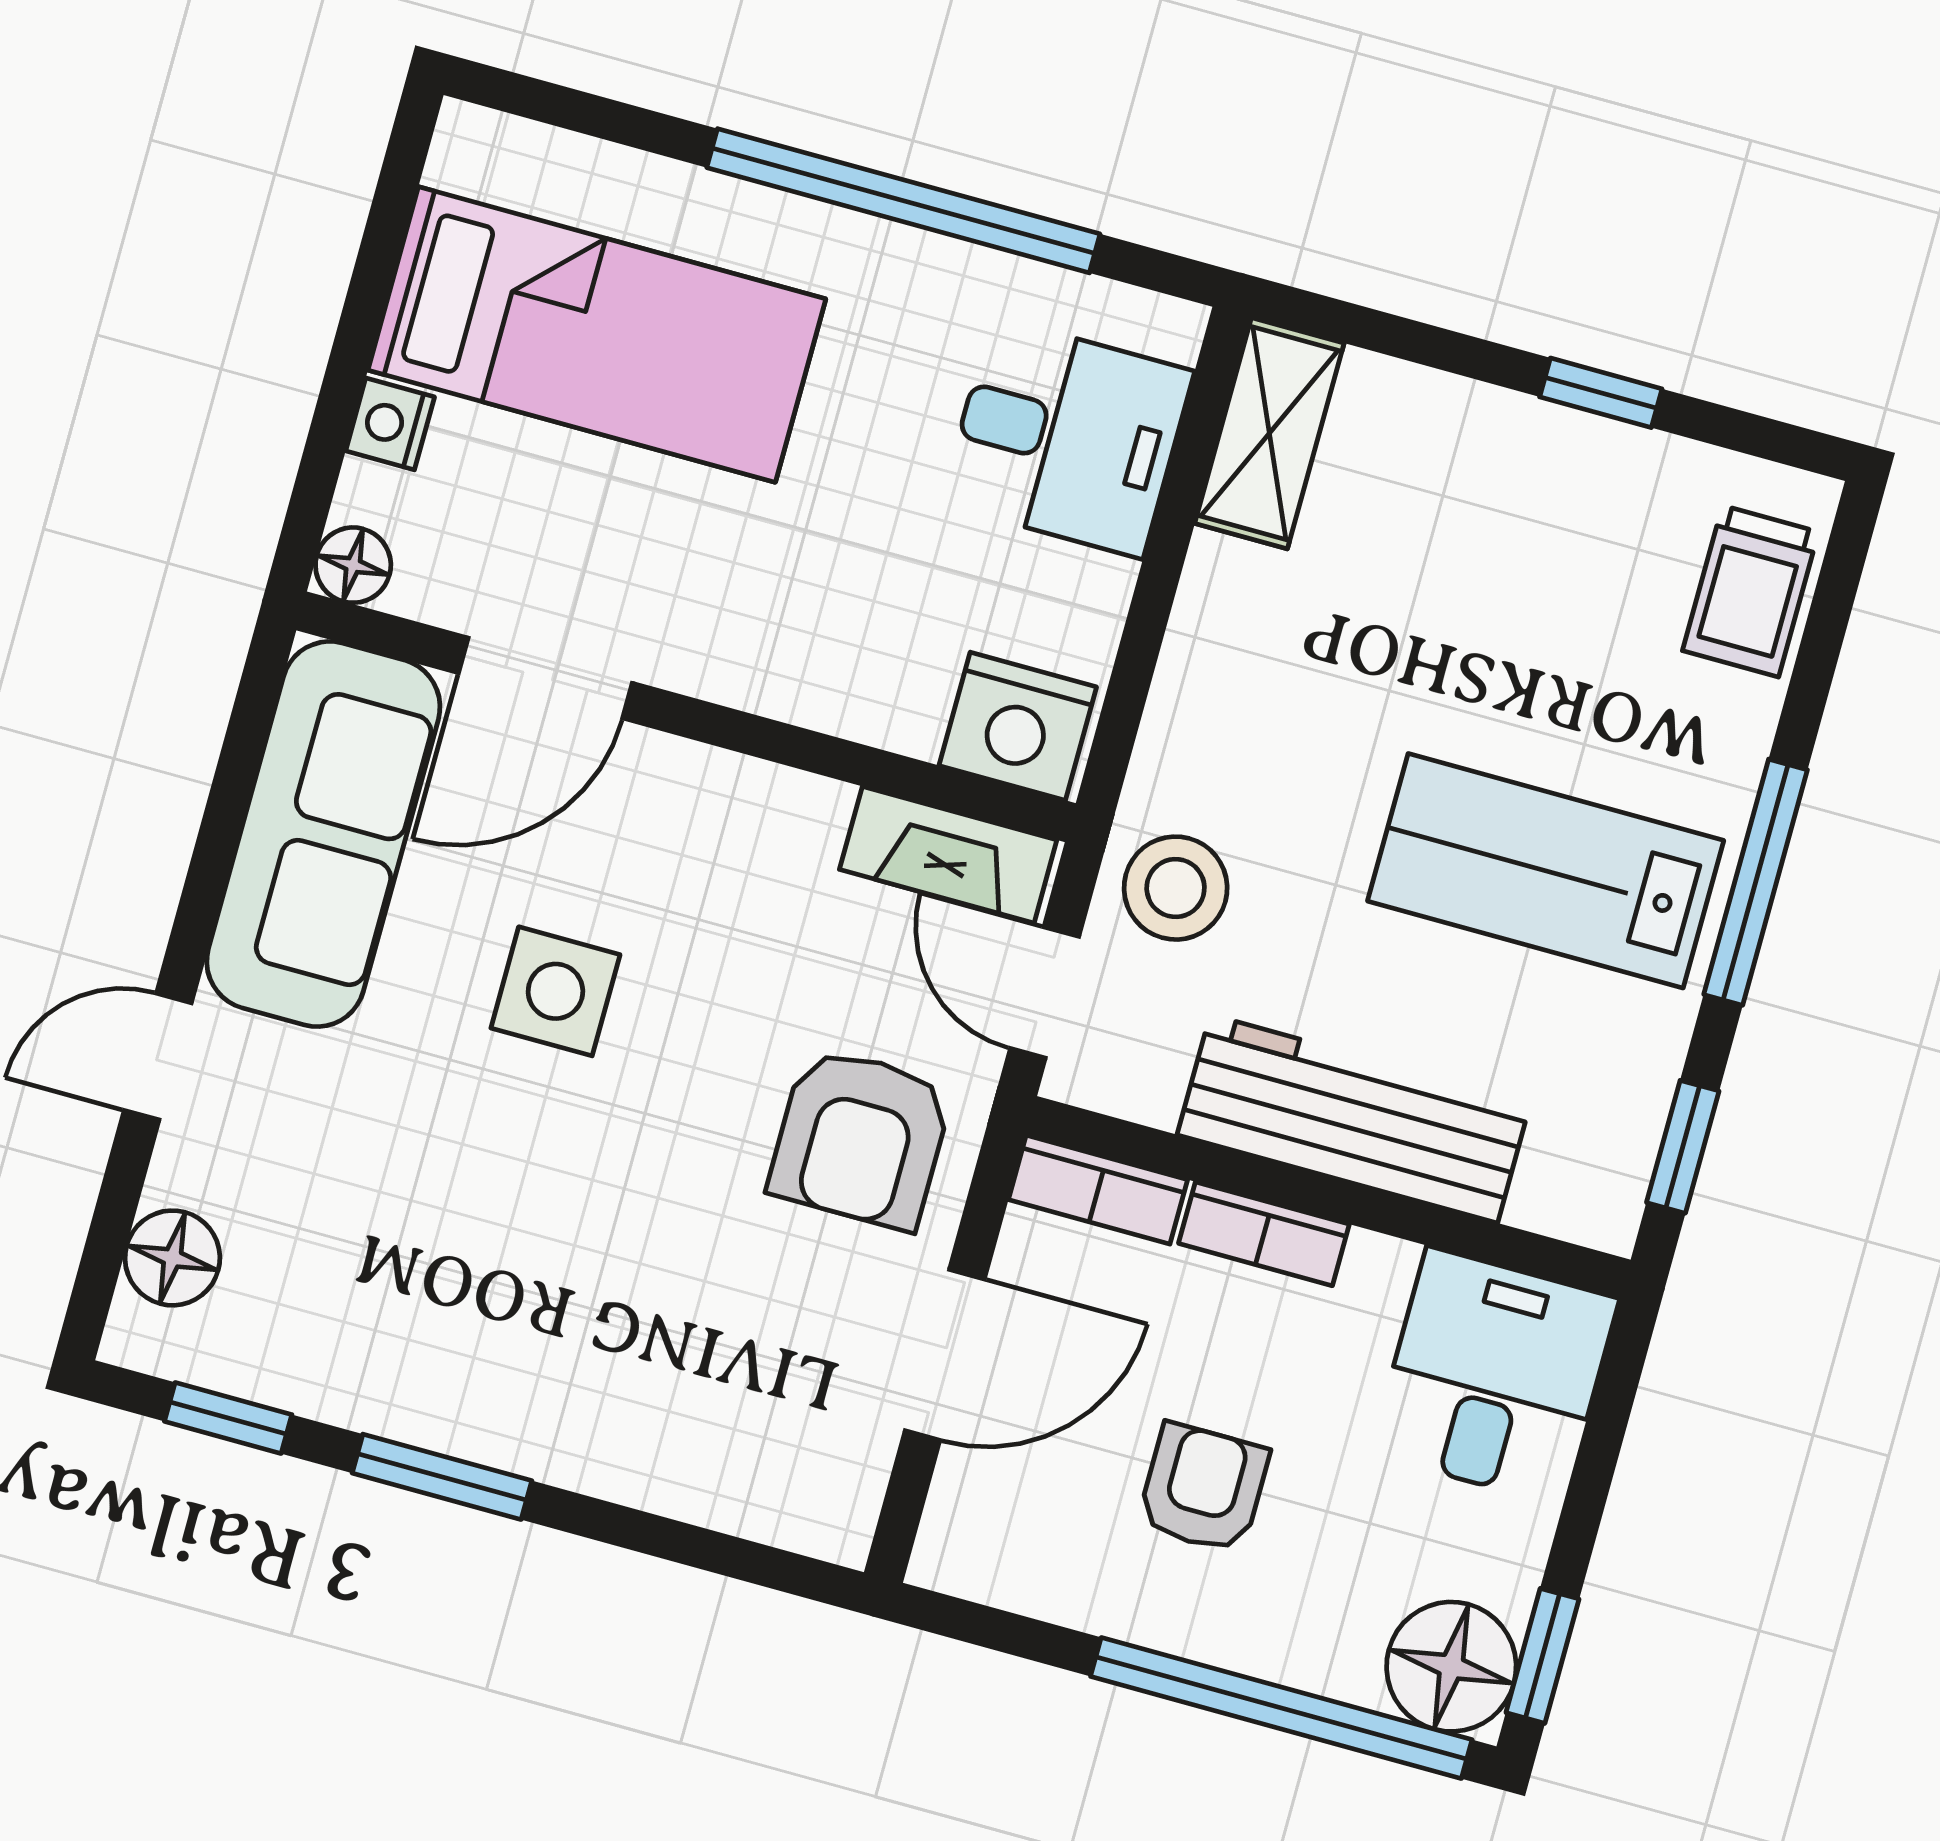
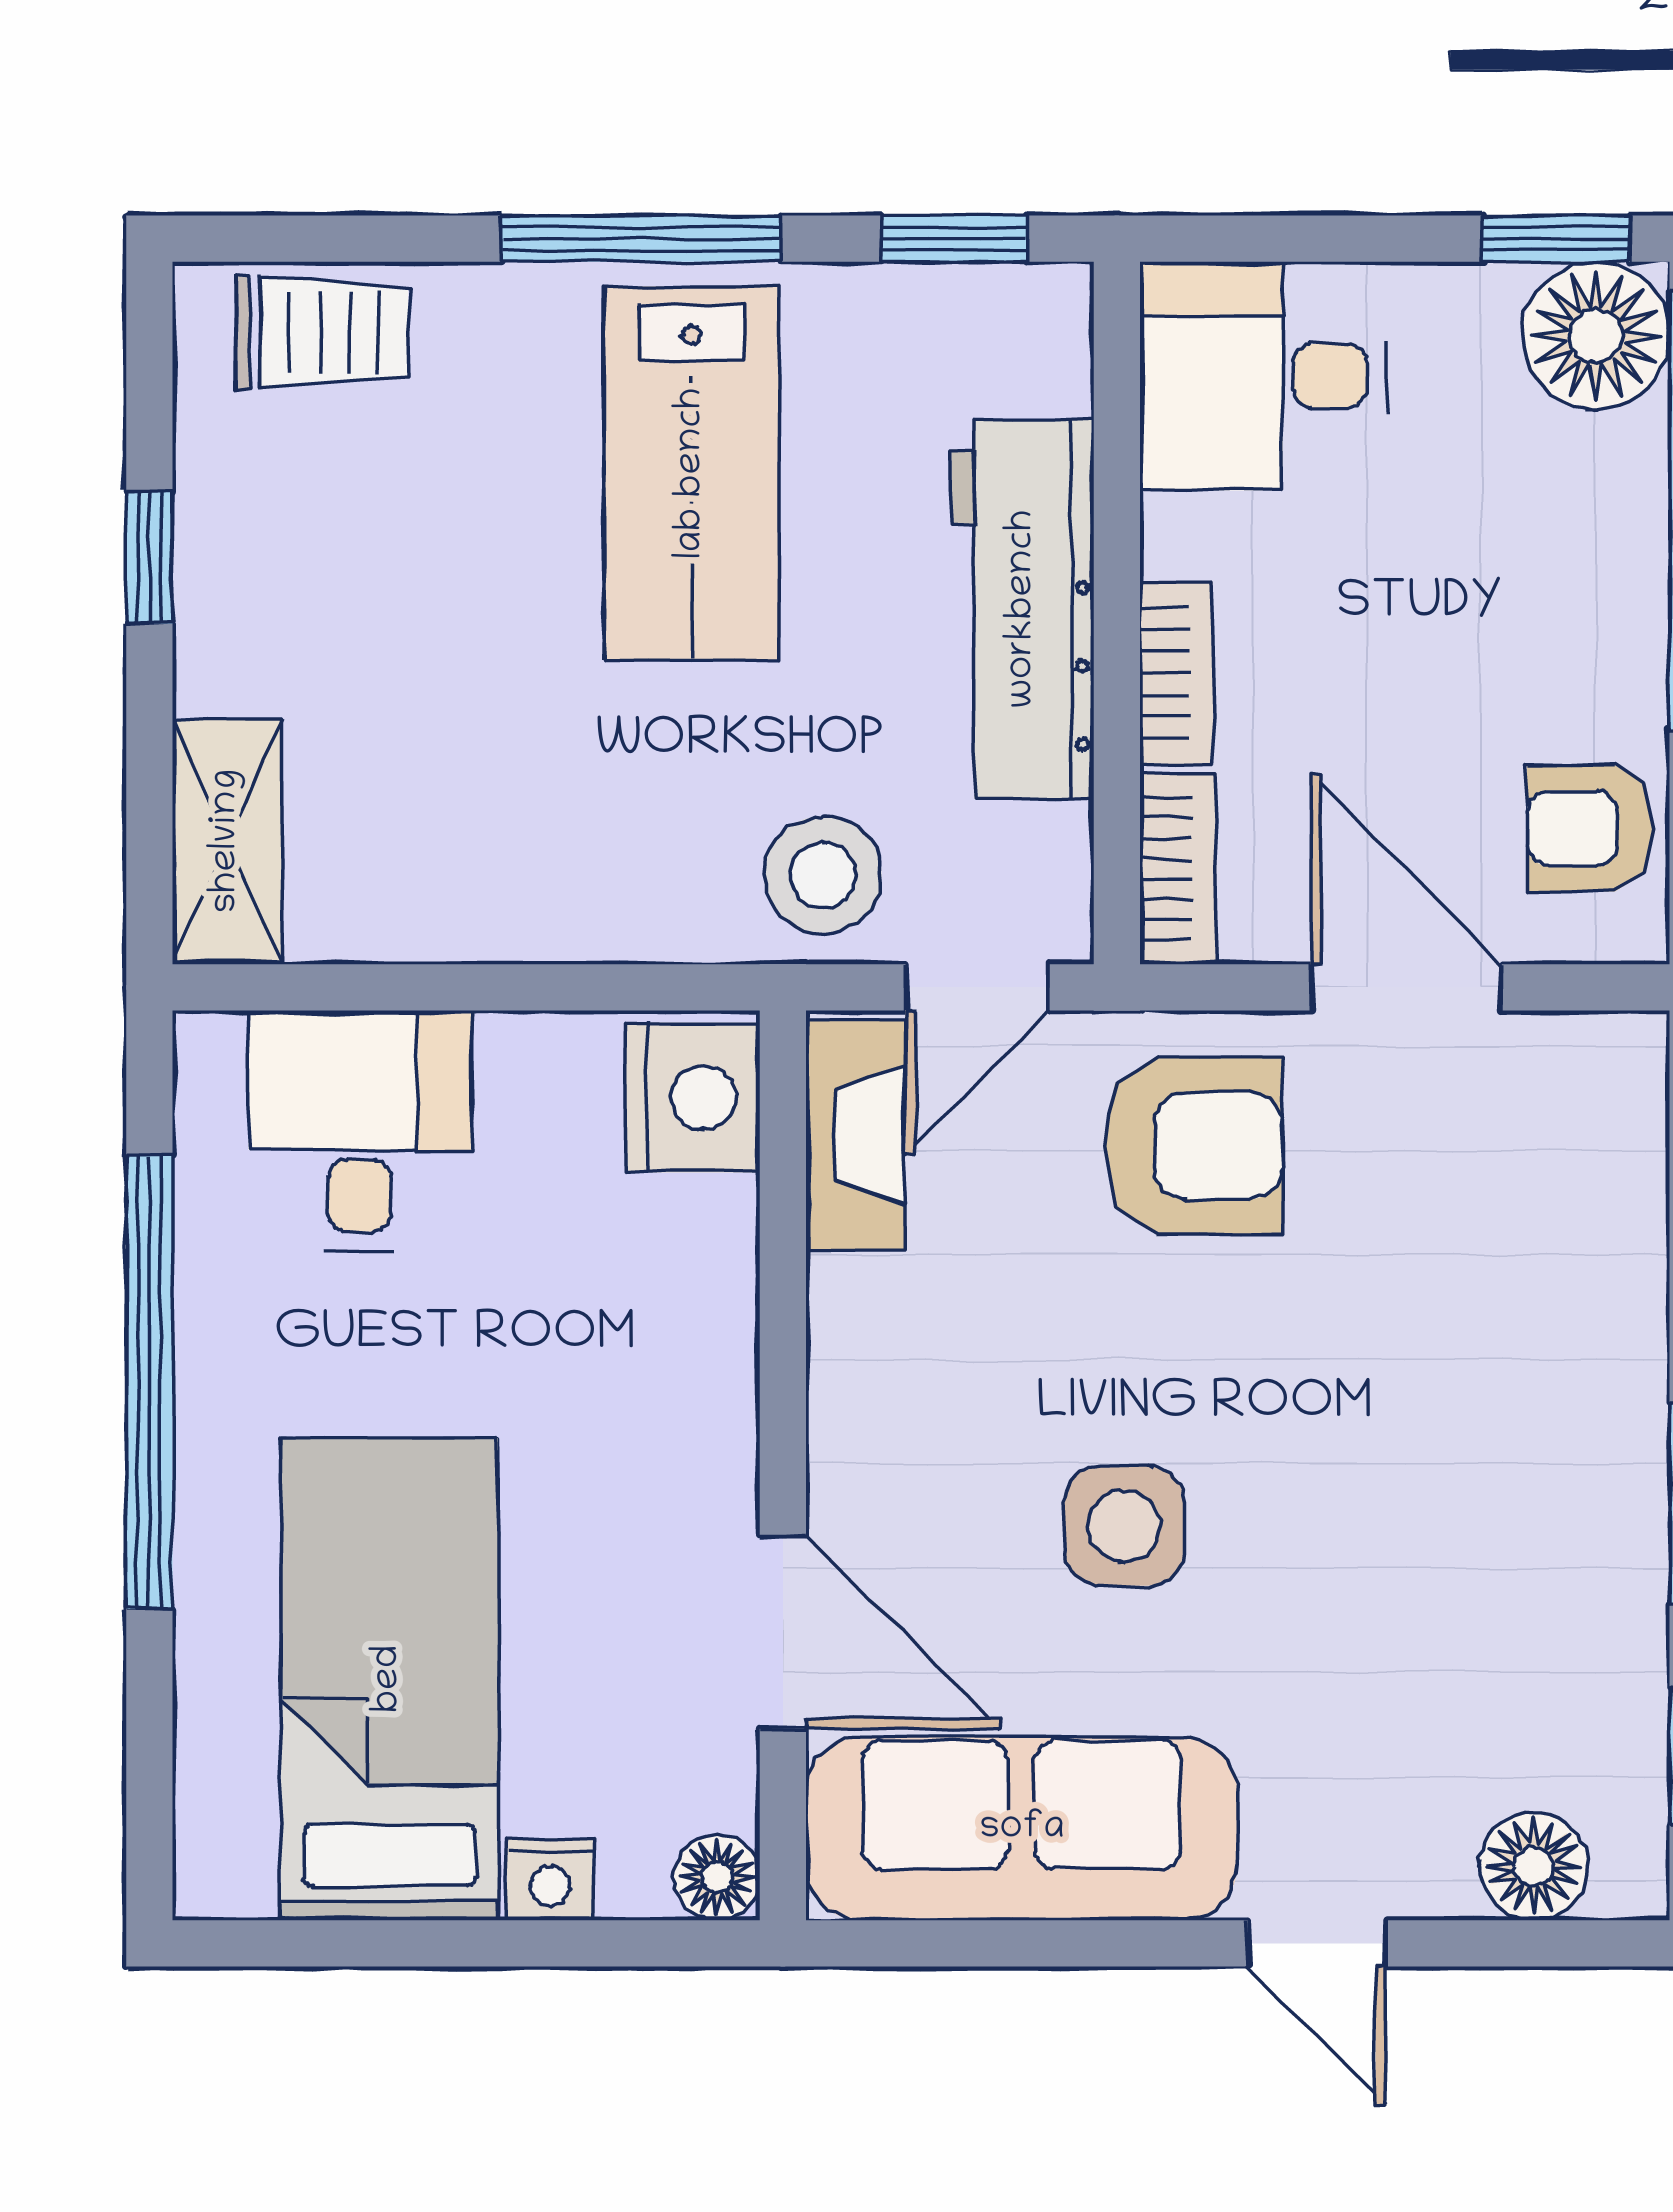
shelving: (1269, 433) -> (227, 841), moved, turned 90
armchair: (1203, 1488) -> (1590, 828), moved

